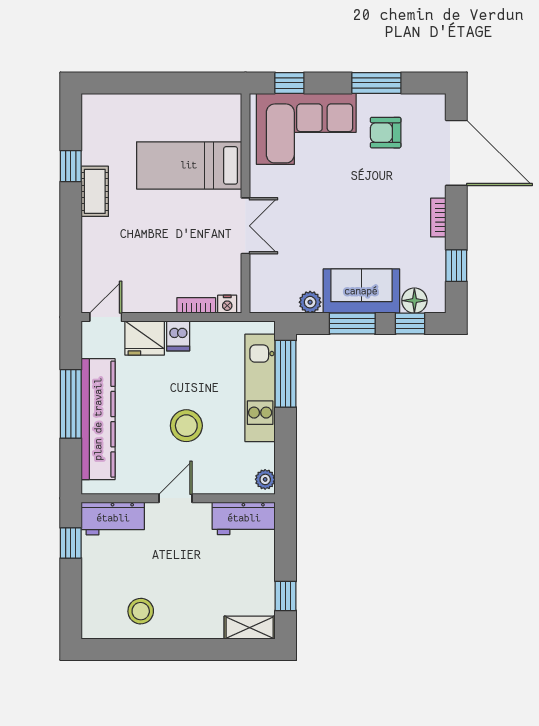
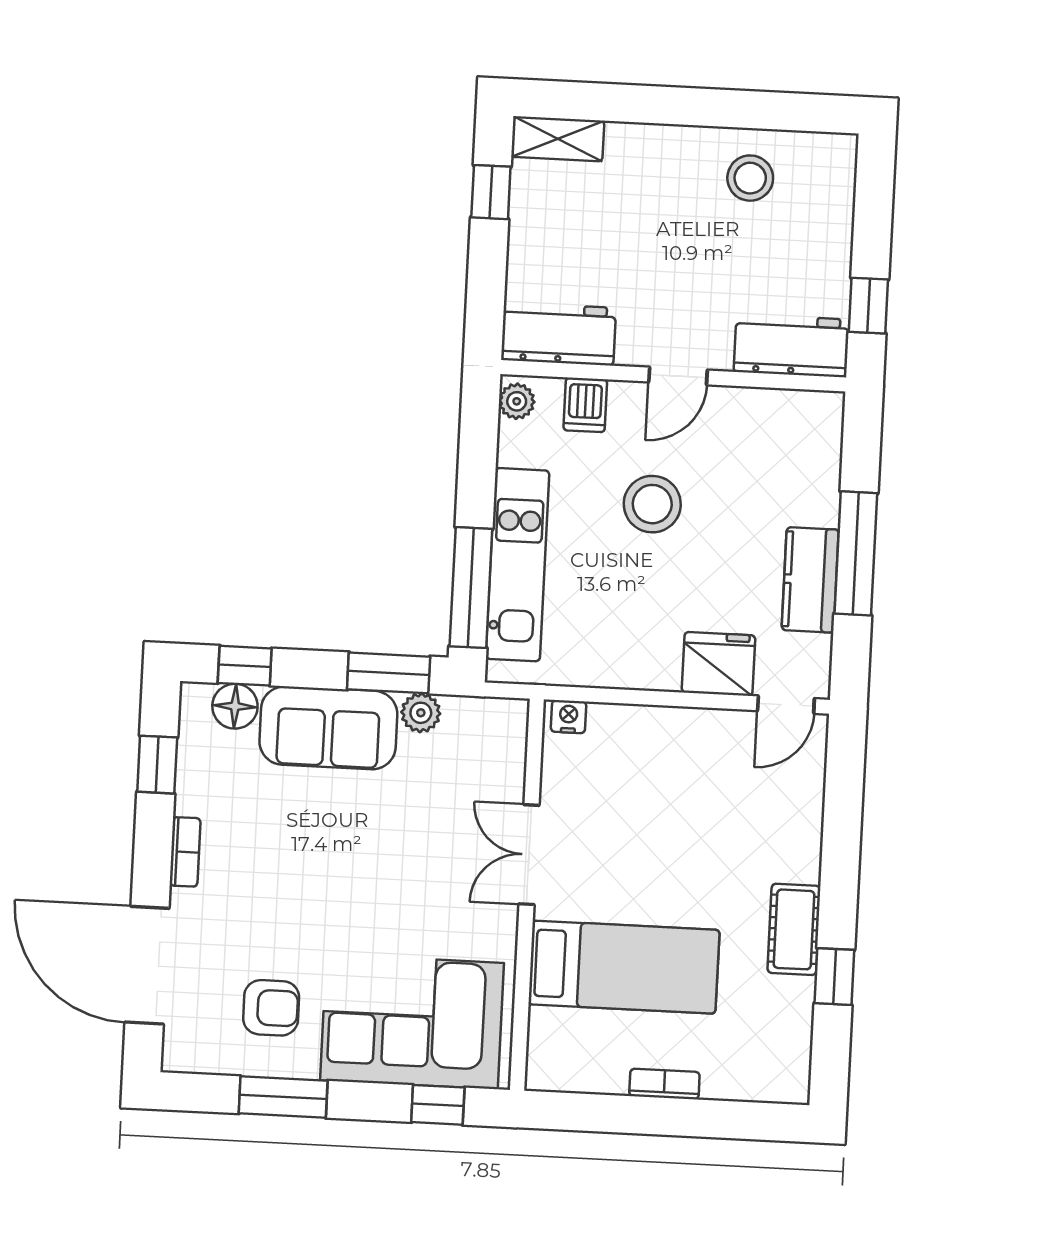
bookcase: (196, 305) -> (664, 1084), moved, turned 180
window: (352, 324) -> (389, 673), moved
dishwasher: (178, 336) -> (585, 405), moved, turned 180
kitchen counter: (98, 419) -> (810, 580), width x0.48, depth x0.86

